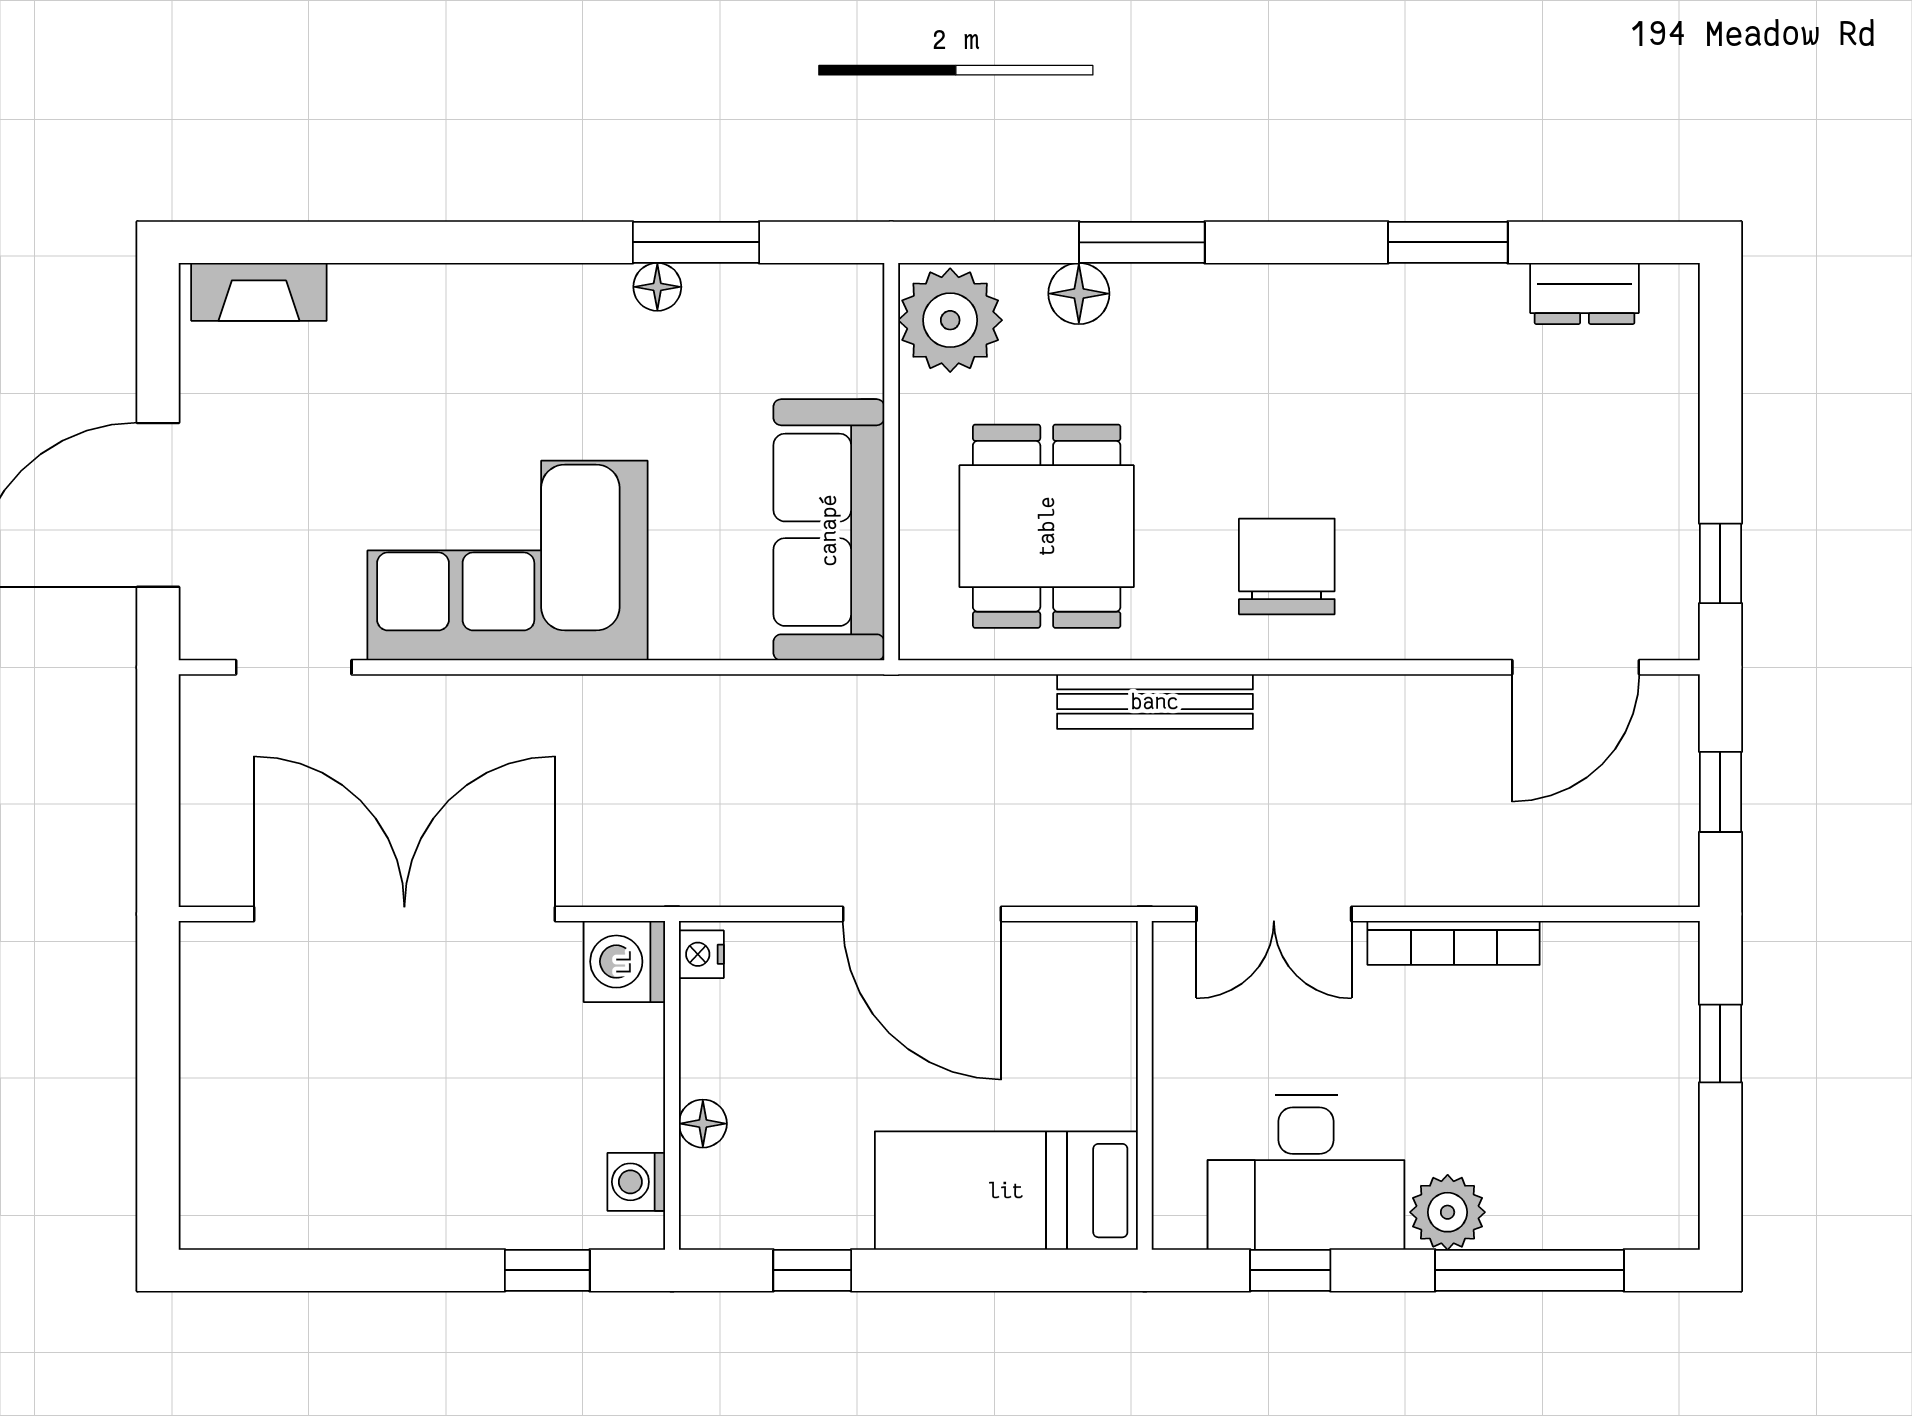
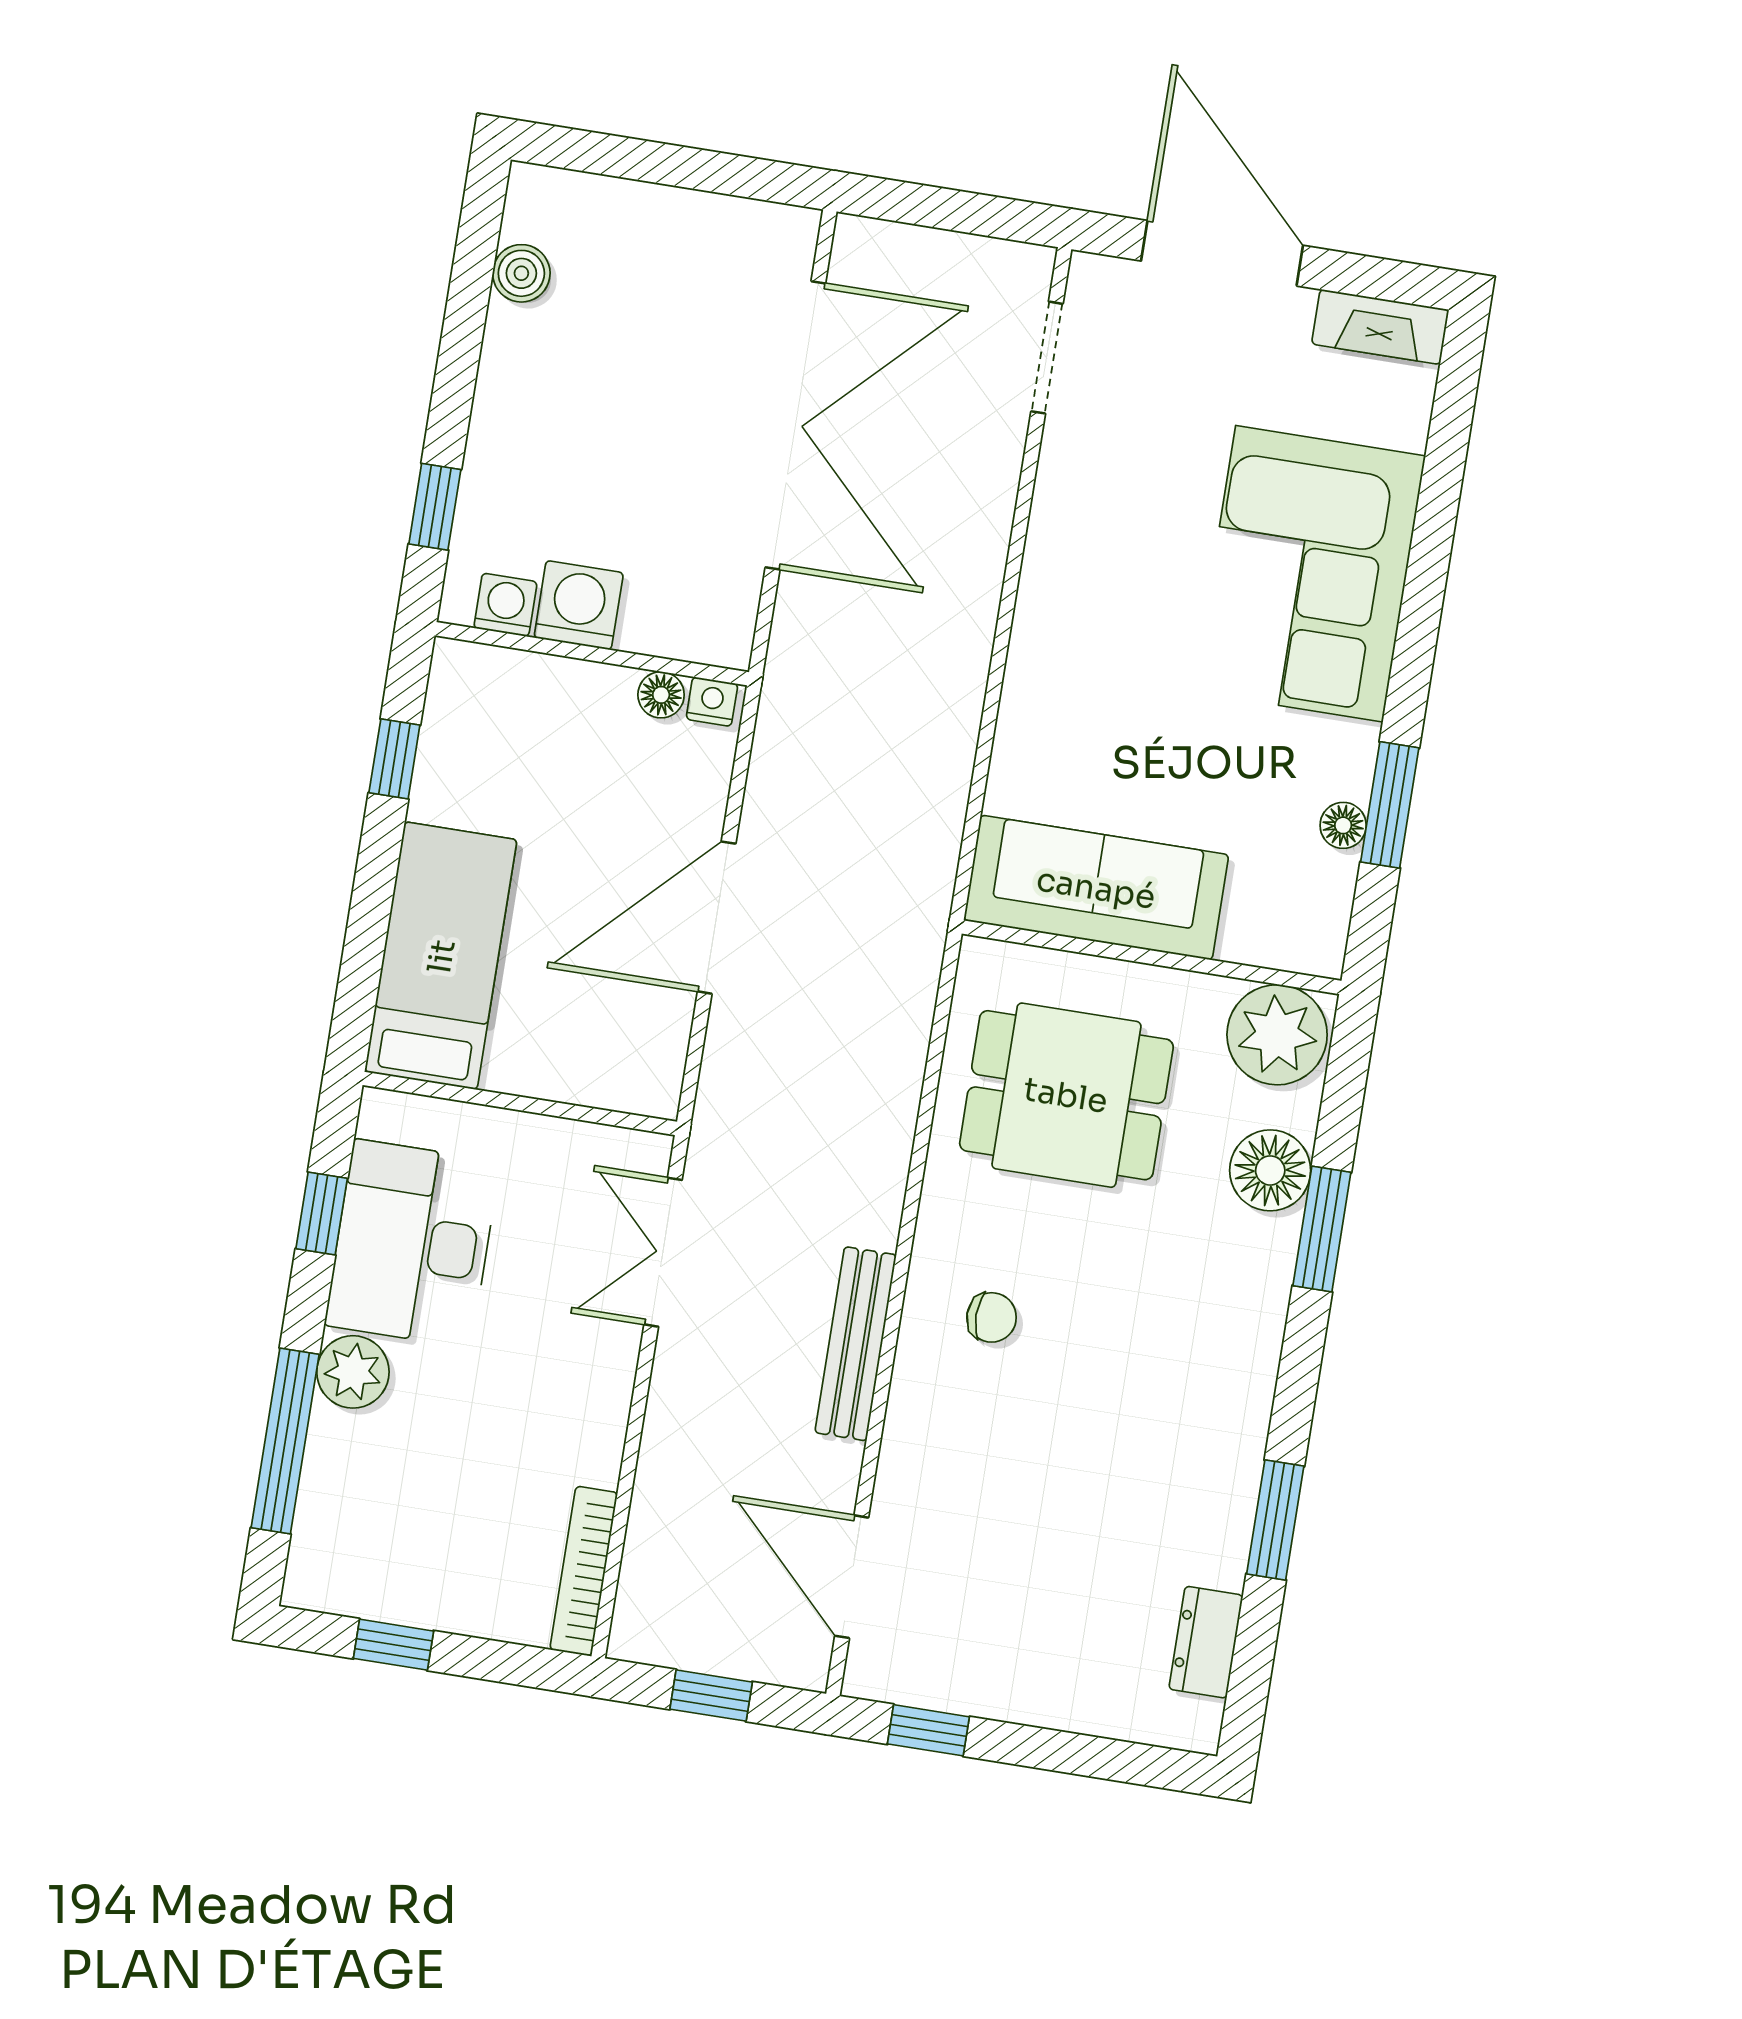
floor lamp: (657, 287) -> (1343, 825), moved
fireplace: (259, 292) -> (1380, 327), moved, turned -90
floor lamp: (1079, 294) -> (1270, 1170), width x1.38, depth x1.38
corner sofa: (508, 560) -> (1309, 574), moved, turned 180
chair: (1287, 566) -> (992, 1317), width x0.54, depth x0.54
bench: (1155, 702) -> (856, 1344), moved
bookcase: (1454, 943) -> (584, 1571), moved
washing machine: (624, 962) -> (579, 605), moved
window: (1720, 1043) -> (393, 1645), moved
floor lamp: (703, 1124) -> (661, 695), moved
boiler: (294, 1220) -> (521, 273), added

